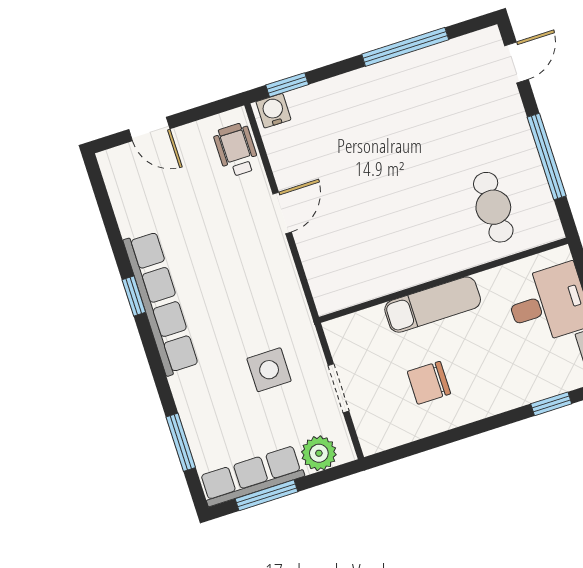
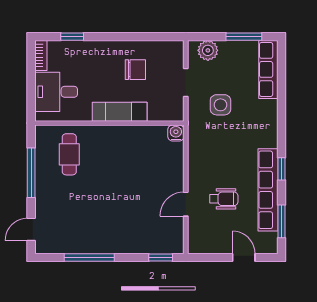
water cooler: (273, 111) -> (176, 133), moved, turned 180
wheelchair: (236, 150) -> (224, 199), moved, turned -90
door: (282, 213) -> (186, 204), moved
row of seats: (161, 303) -> (268, 190), moved
window: (181, 442) -> (281, 221), moved
row of seats: (252, 476) -> (268, 69), moved, turned 90

